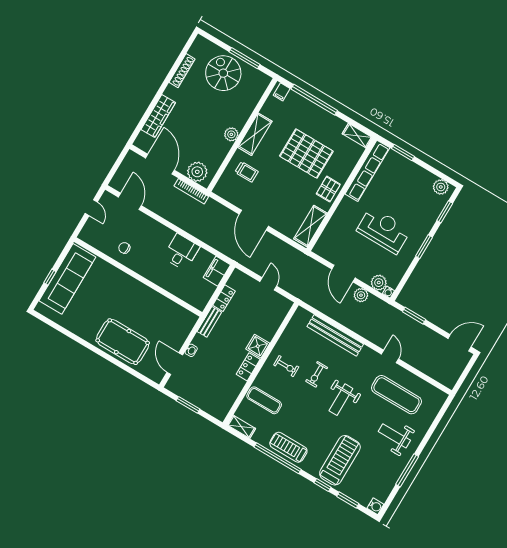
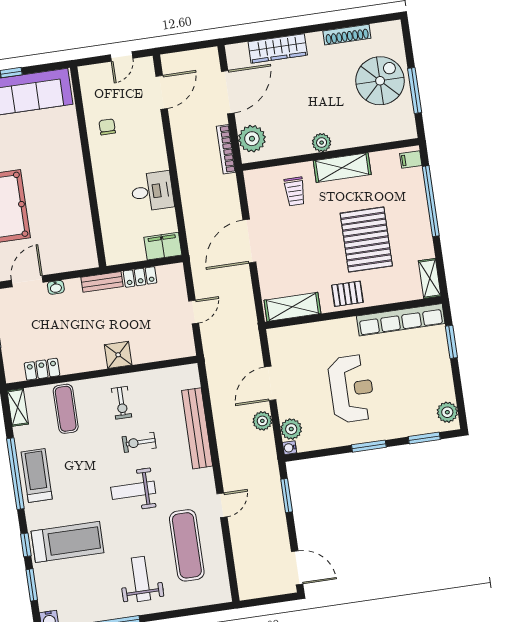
locker: (248, 367) -> (42, 369), moved

